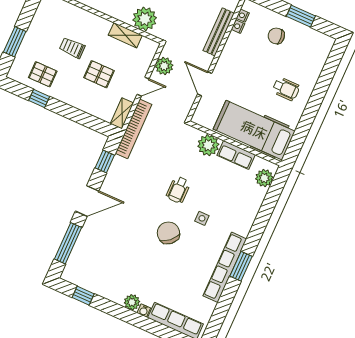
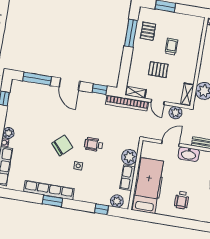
shelving: (125, 35) -> (187, 94), moved
washbasin: (226, 63) -> (189, 154), added
pallet: (99, 74) -> (158, 70), turned 90
window: (39, 98) -> (131, 33), width x2.17
window: (270, 202) -> (102, 209), added

